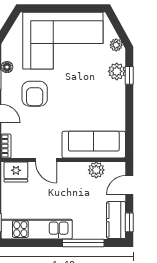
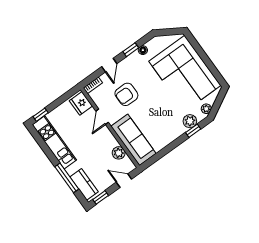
armchair: (35, 94) -> (126, 94), moved
kitchen counter: (116, 220) -> (84, 184), moved, turned 90

